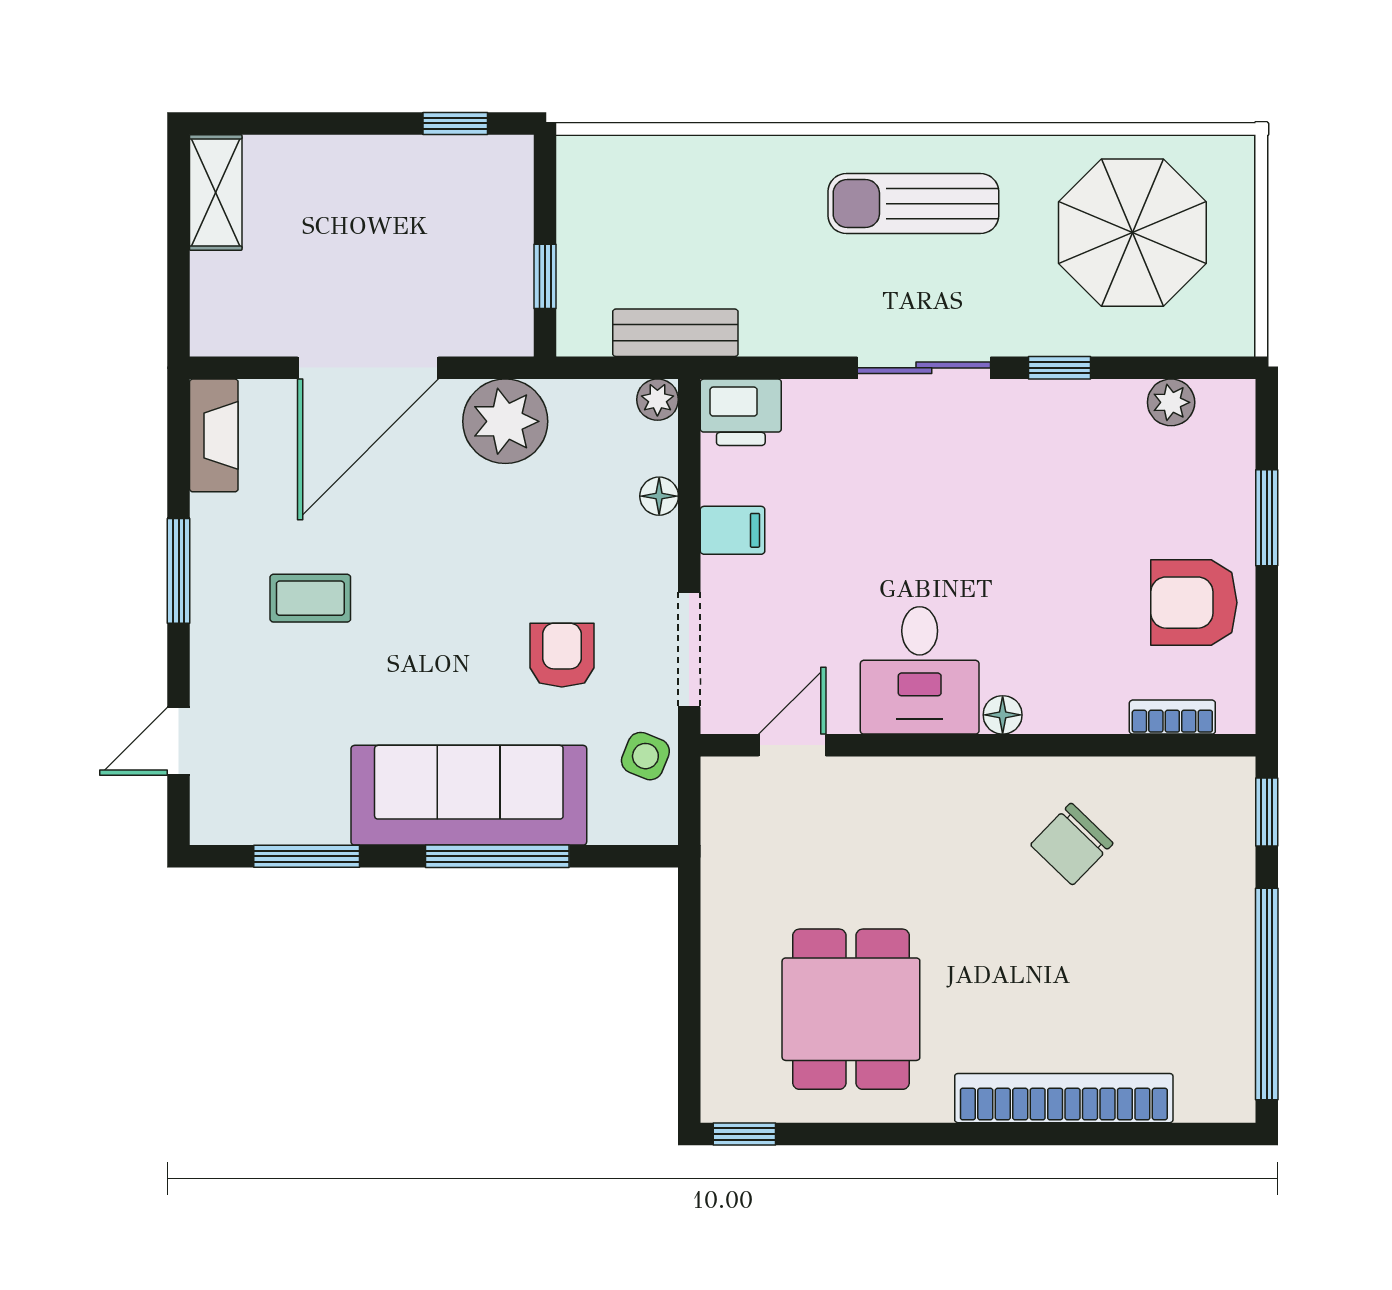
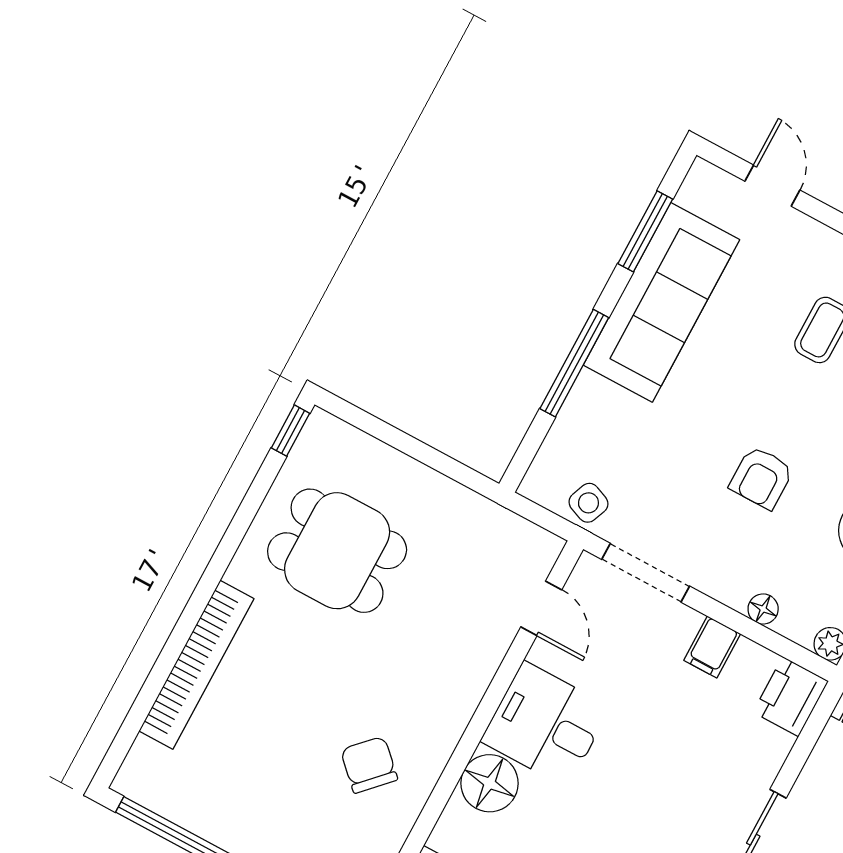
armchair: (562, 655) -> (761, 478), moved, turned 90
floor lamp: (1003, 715) -> (490, 783), width x1.89, depth x1.89
sofa: (469, 795) -> (661, 302), moved

